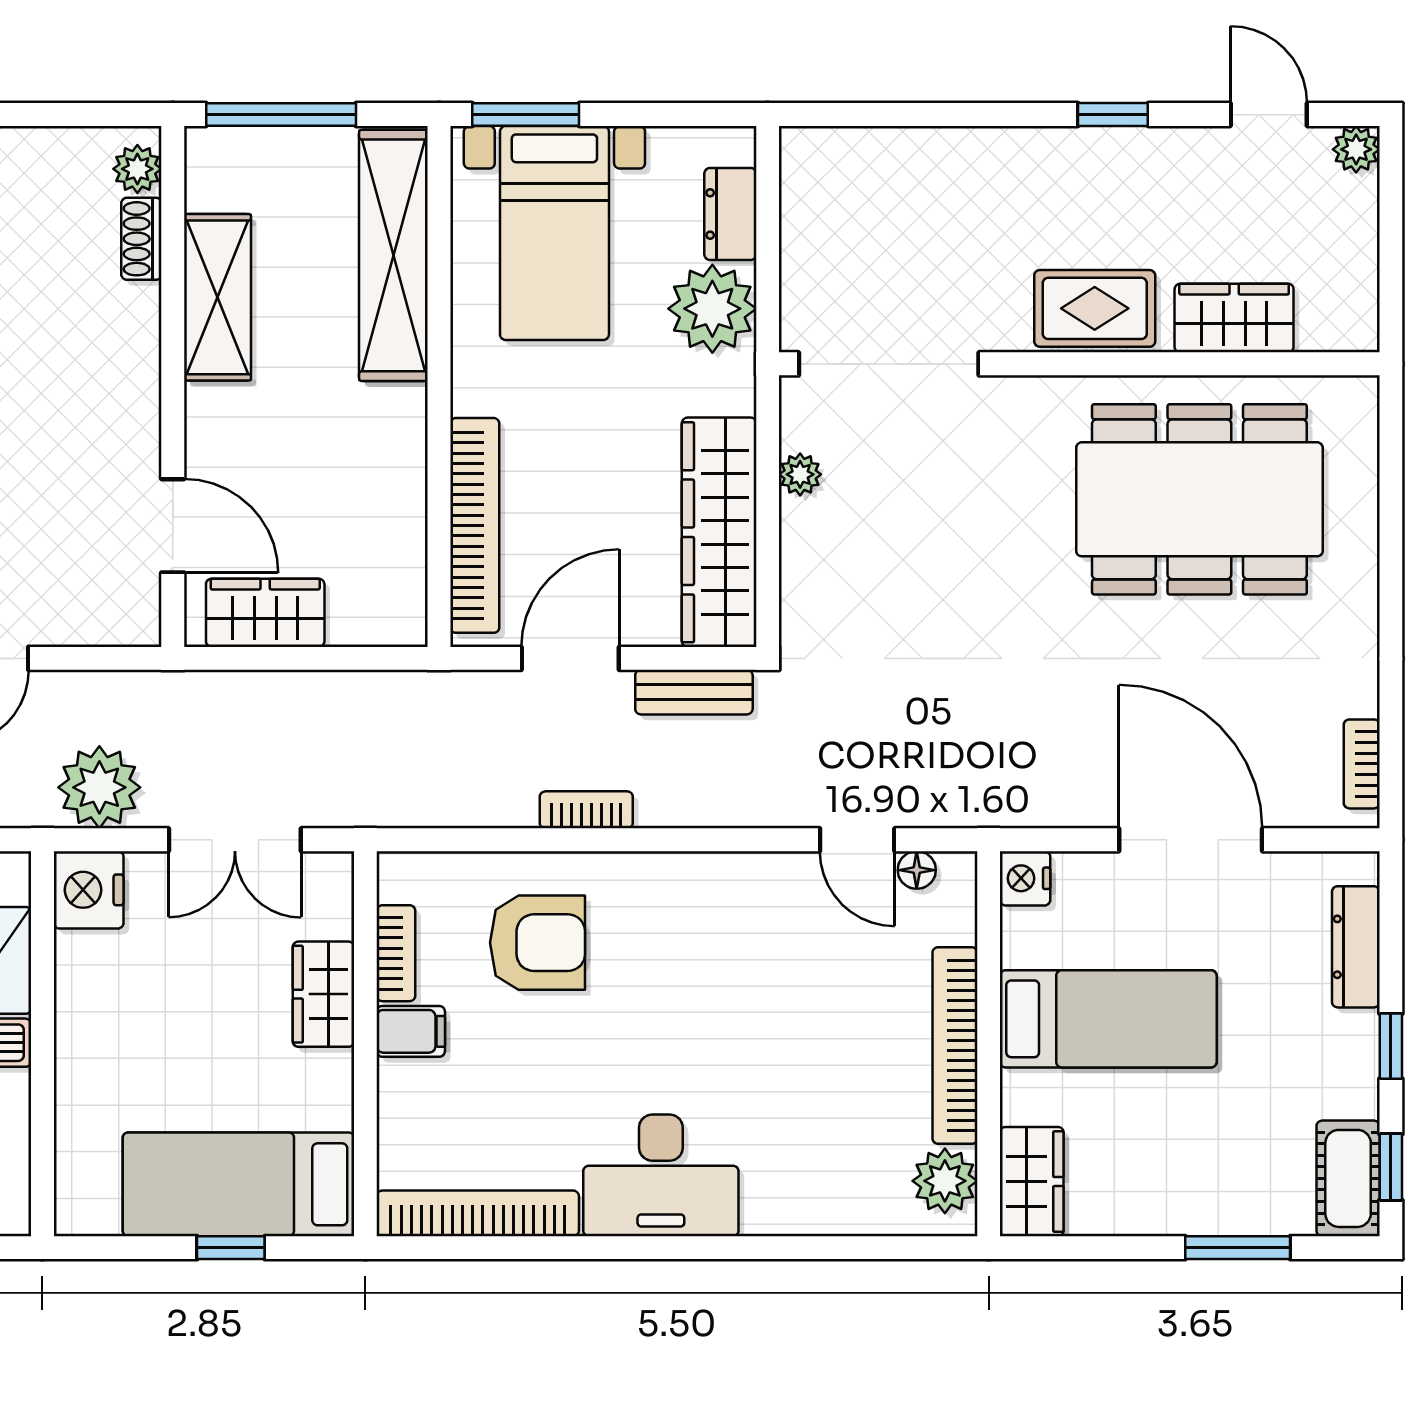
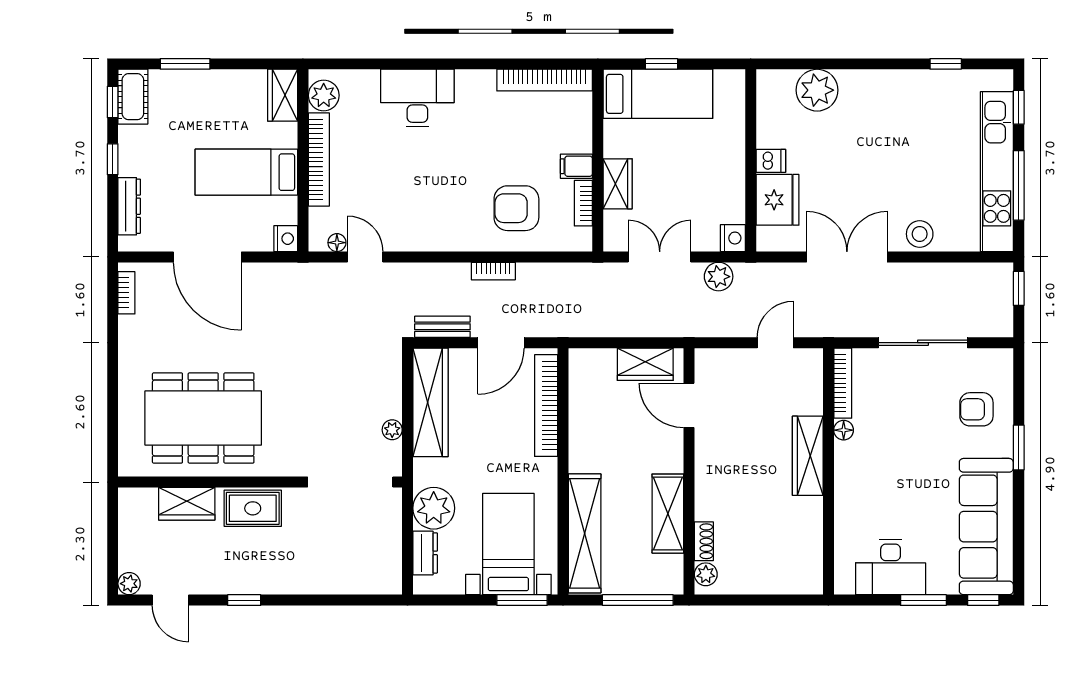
plant: (99, 787) -> (719, 277), width x0.73, depth x0.73
nightstand: (89, 890) -> (733, 238), width x0.74, depth x0.75
desk: (661, 1175) -> (417, 98), moved

